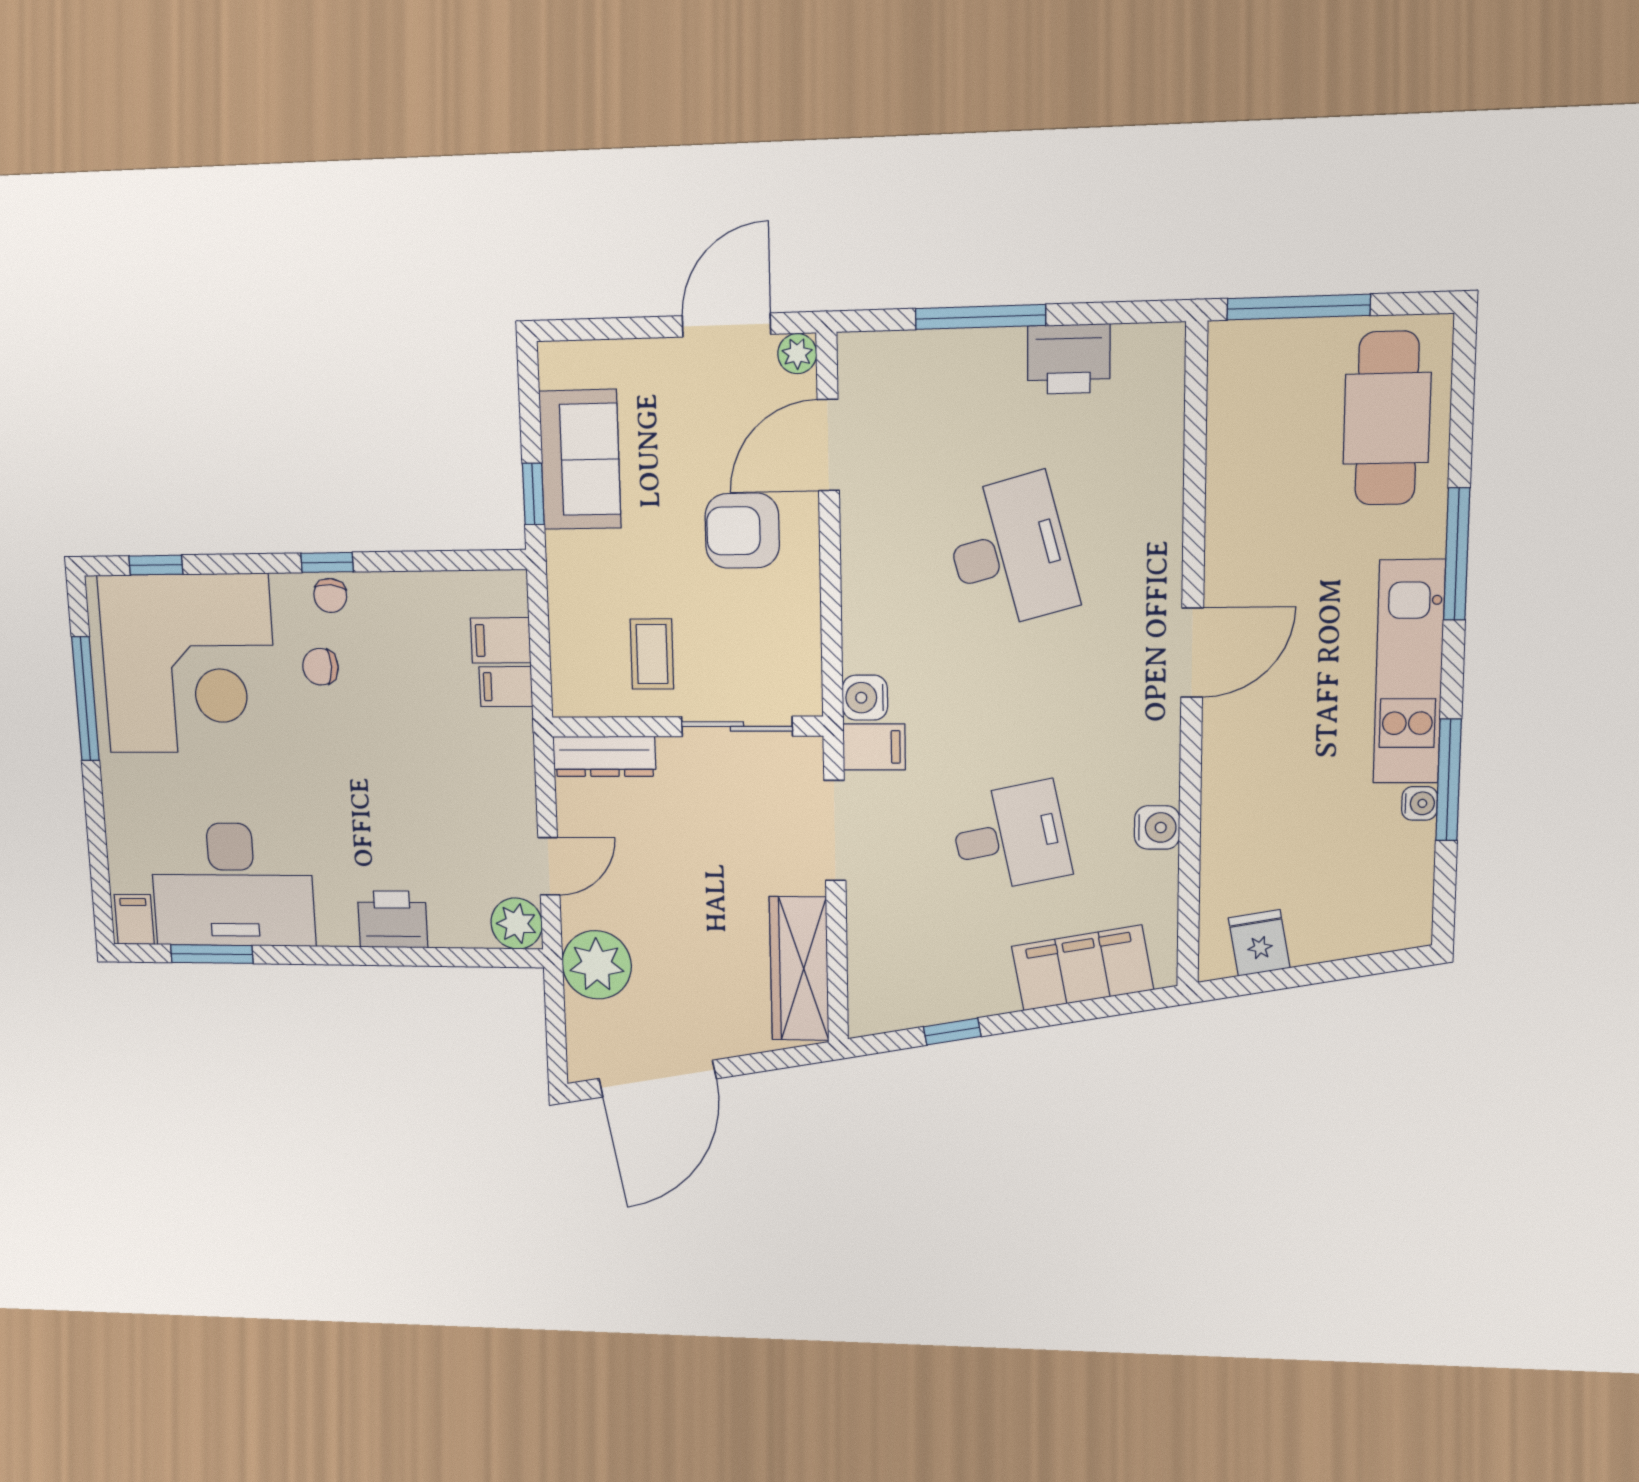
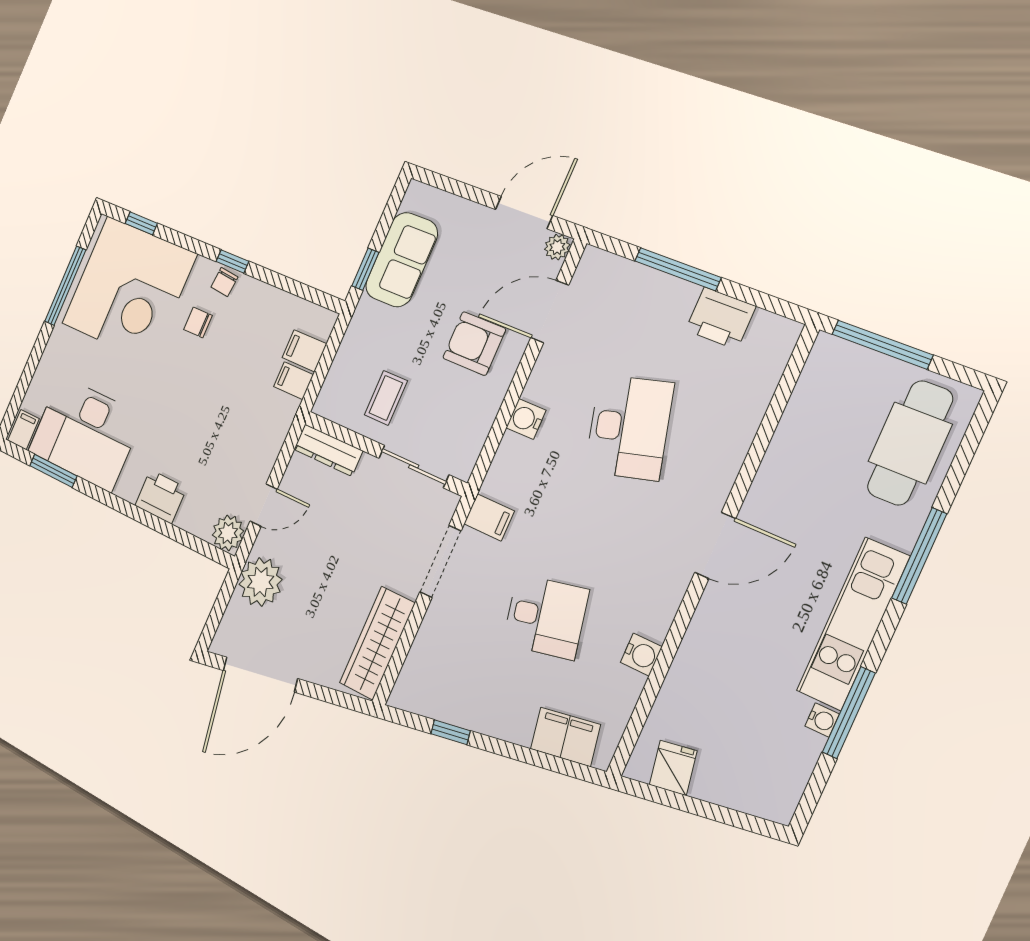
water cooler: (865, 698) -> (526, 419), moved
filing cabinet: (1082, 968) -> (565, 737), width x0.67, depth x0.86

